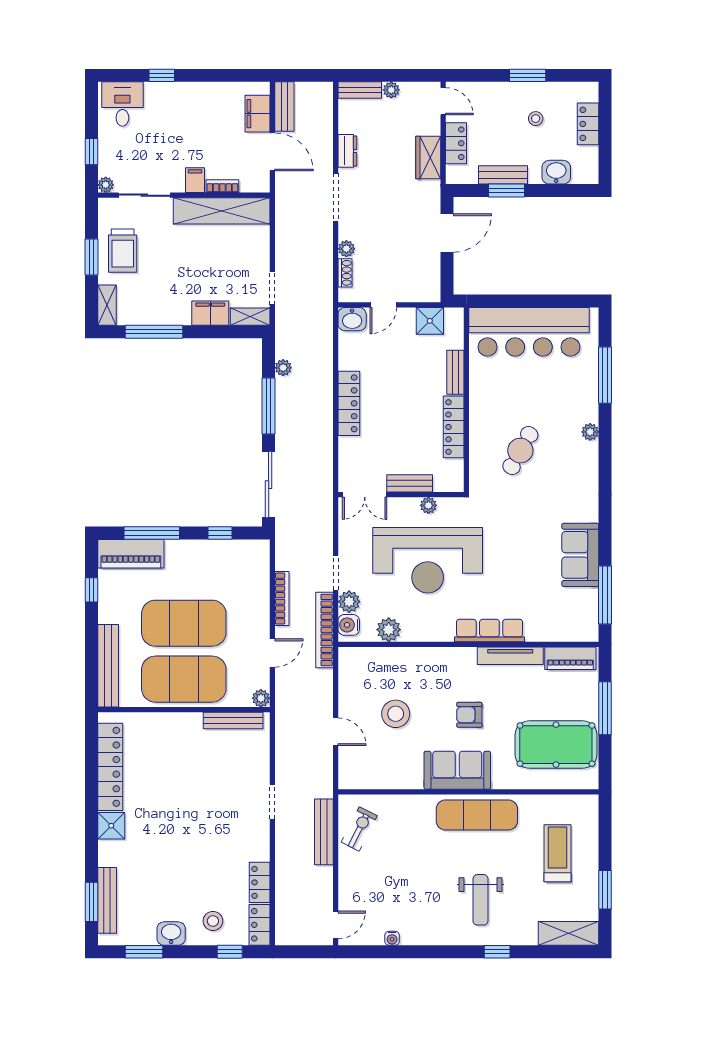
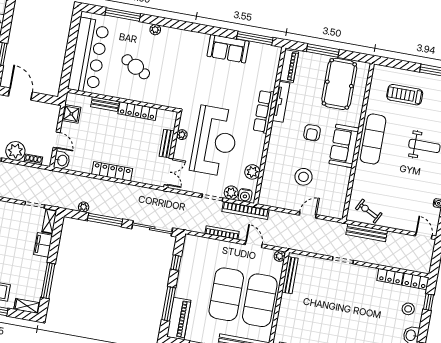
plant: (346, 249) -> (15, 151), width x1.88, depth x1.88
cafe table: (520, 451) -> (136, 67), moved

